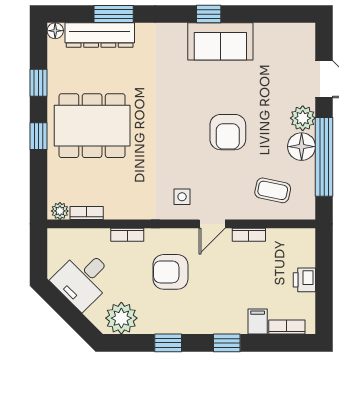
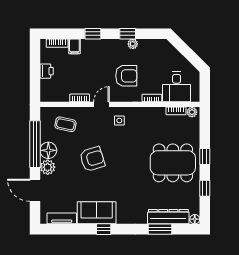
tv unit: (279, 32) -> (62, 218), added
armchair: (228, 132) -> (92, 159), turned 73
desk: (83, 279) -> (177, 87), moved, turned 135
plant: (121, 318) -> (133, 44), moved, width x0.53, depth x0.53

